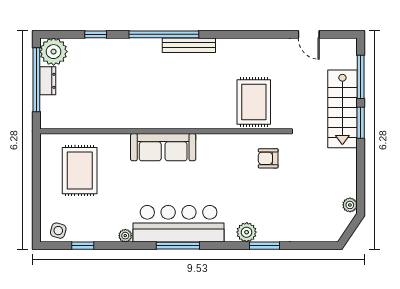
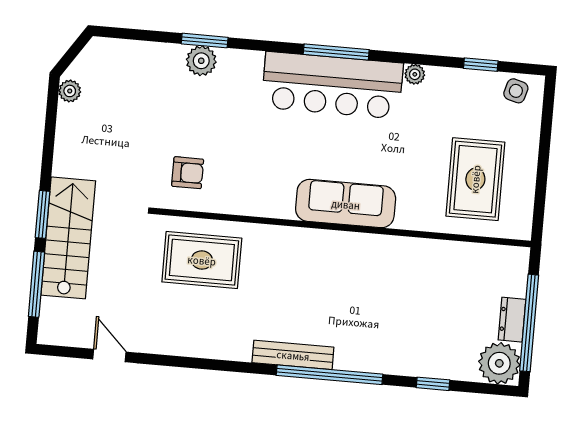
rug: (254, 102) -> (202, 260), turned 90
plant: (247, 232) -> (201, 61), moved

